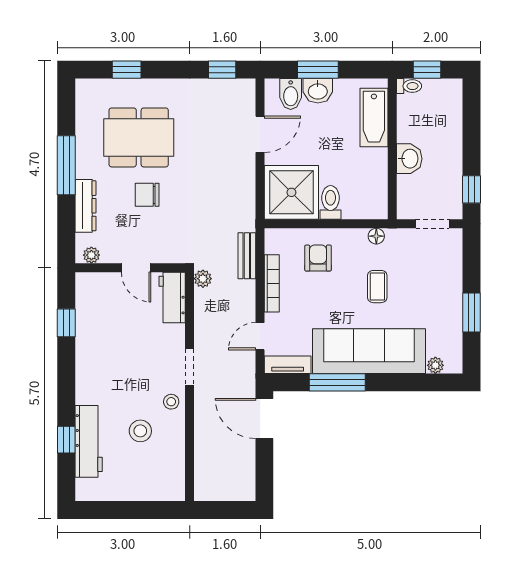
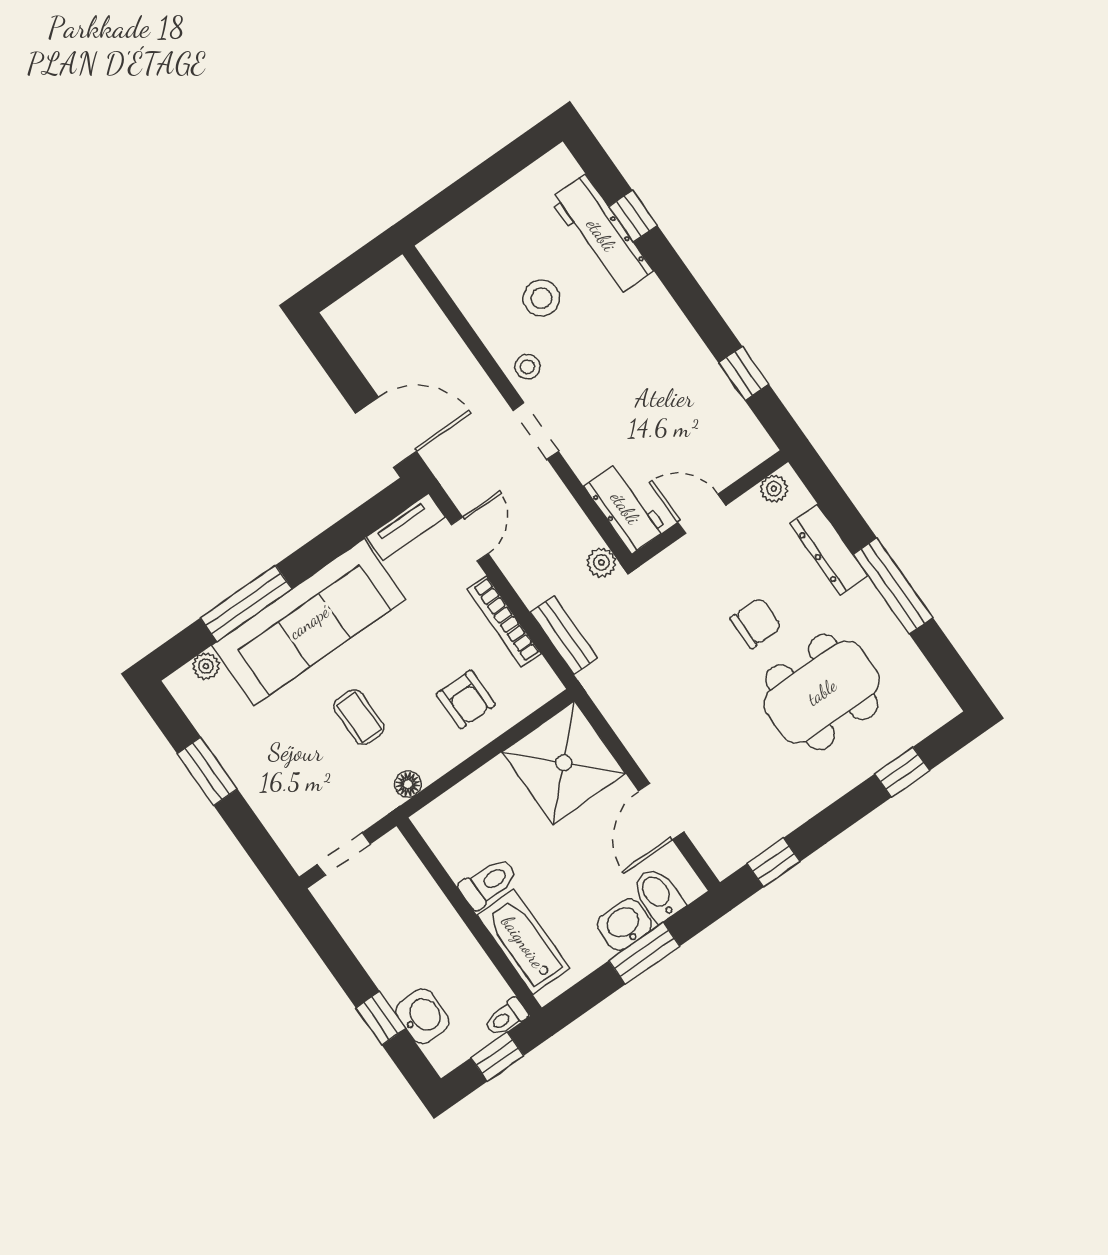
washbasin: (409, 159) -> (423, 1016), moved, turned 180
window: (471, 189) -> (381, 1018), moved
toilet: (330, 202) -> (488, 883), moved, turned -90
window: (337, 382) -> (246, 603), moved

